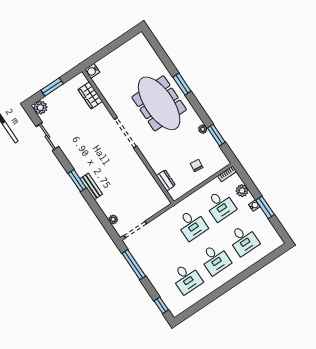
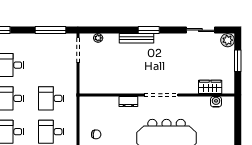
water cooler: (92, 71) -> (216, 102), moved
dresser: (166, 180) -> (128, 102), moved
bench: (91, 186) -> (136, 38), width x1.36

